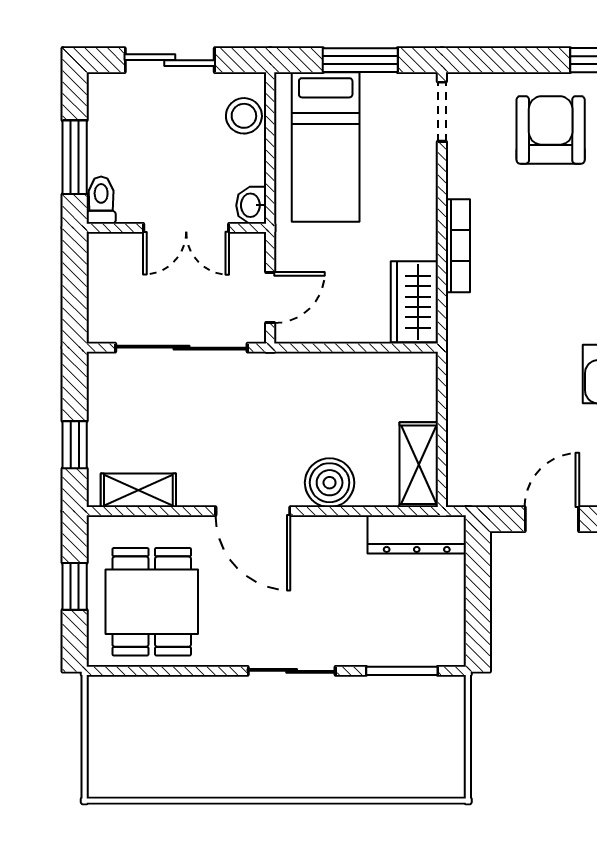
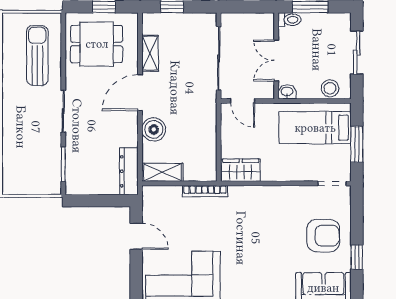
bookcase: (458, 246) -> (205, 191), moved
shelving: (138, 490) -> (150, 53), moved
sun lounger: (175, 725) -> (37, 55), added

